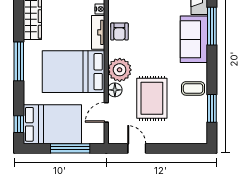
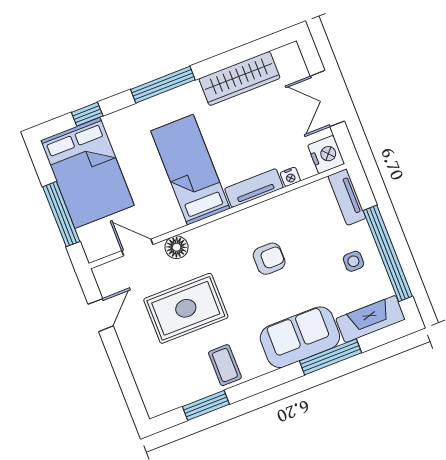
armchair: (119, 32) -> (269, 259), moved, turned 180
plant: (120, 70) -> (210, 243), removed
bed: (74, 72) -> (190, 170), width x0.67
window: (19, 124) -> (87, 114), moved

